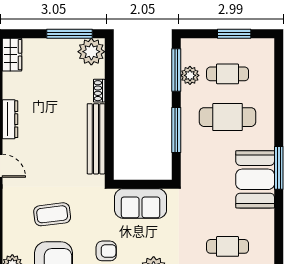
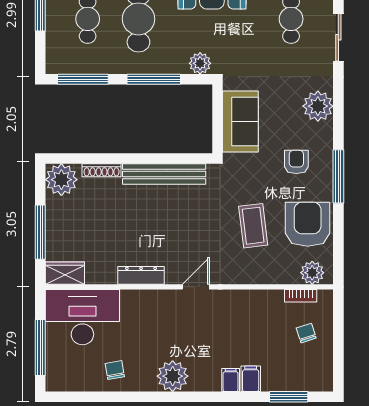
window: (69, 34) -> (40, 232), moved
plant: (190, 75) -> (200, 63), moved
shoe rack: (99, 91) -> (102, 170), width x1.43

